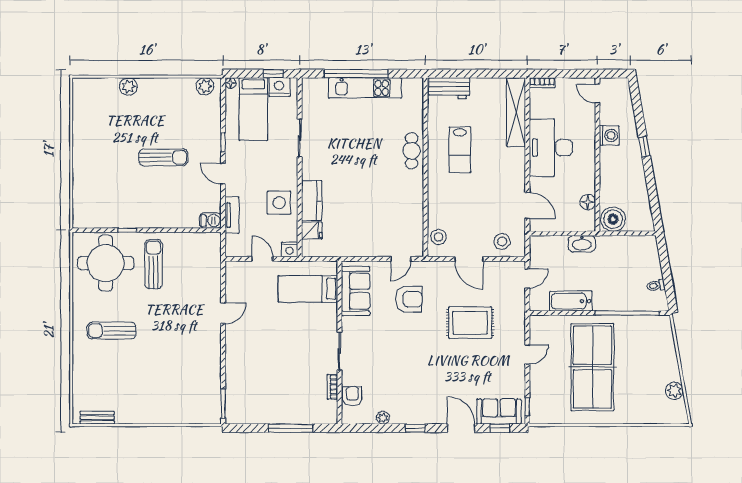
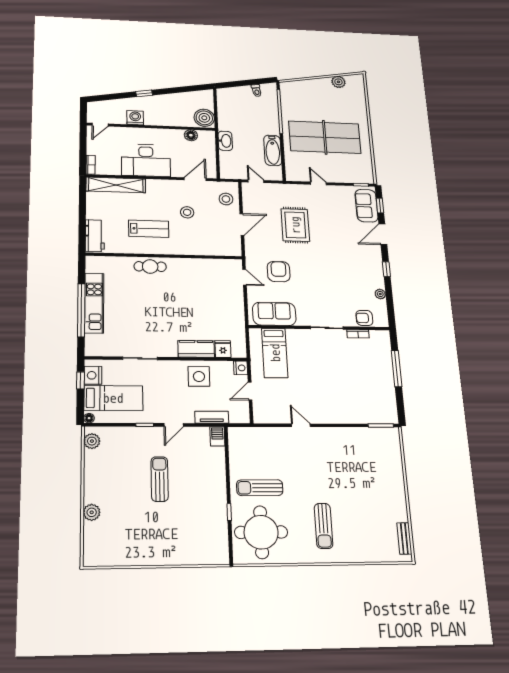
stool: (438, 237) -> (187, 212), moved

